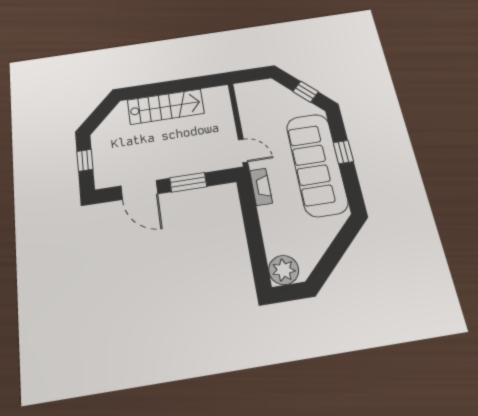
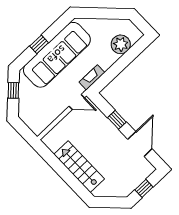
door: (243, 151) -> (77, 102), swing flipped
window: (188, 182) -> (117, 120), width x0.67
plant: (284, 270) -> (121, 44), moved

